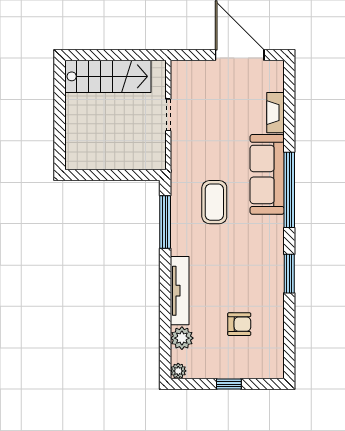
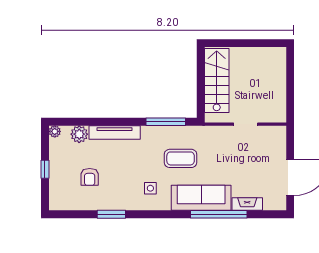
stairs: (108, 76) -> (217, 80), moved, turned 180
window: (289, 190) -> (219, 214), moved
side table: (254, 243) -> (150, 188), added
window: (289, 274) -> (111, 214), moved

